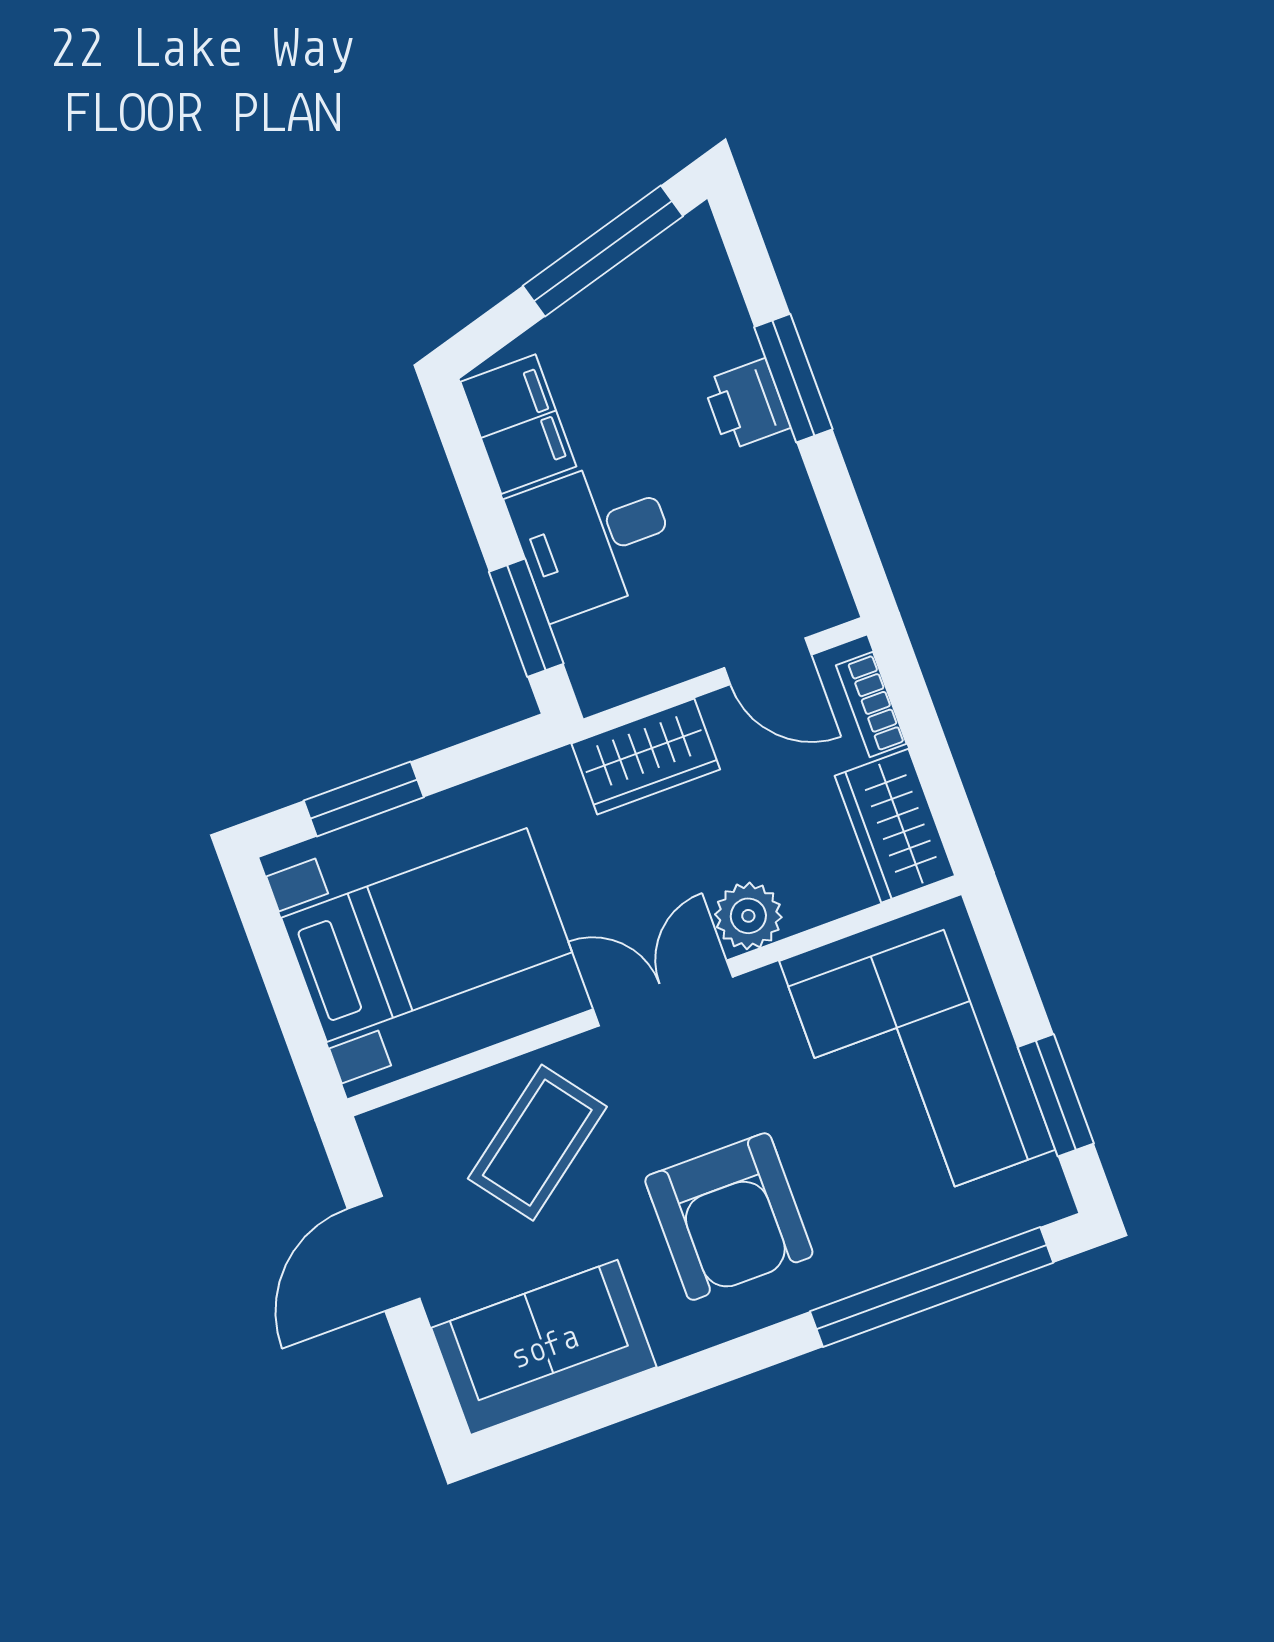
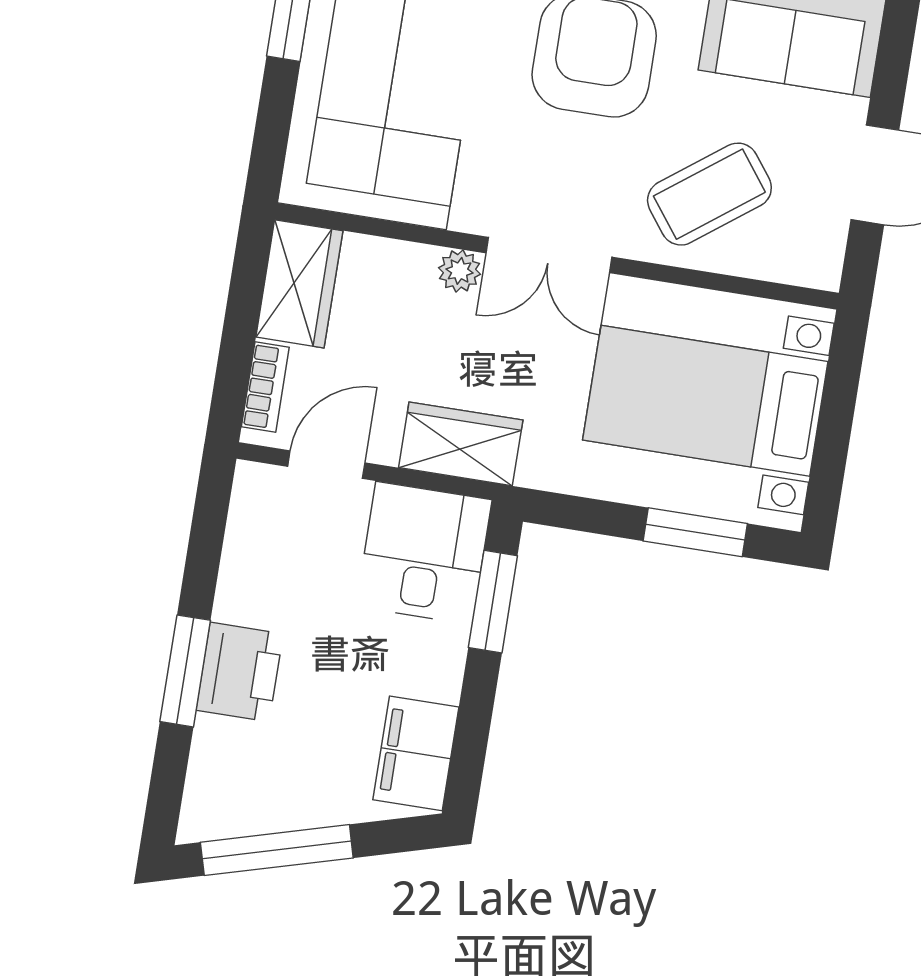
printer: (746, 404) -> (240, 672), width x1.36, depth x1.24
desk: (594, 537) -> (424, 553), moved, turned -90
door: (768, 661) -> (326, 465), hinge flipped
plant: (748, 916) -> (460, 271), width x0.73, depth x0.73

